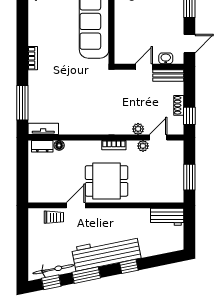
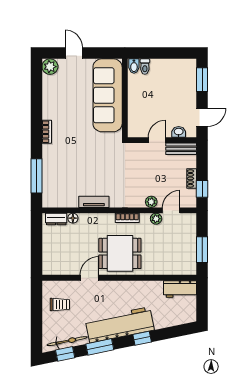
tv unit: (43, 129) -> (94, 202), moved
trolley: (54, 217) -> (60, 304), moved

